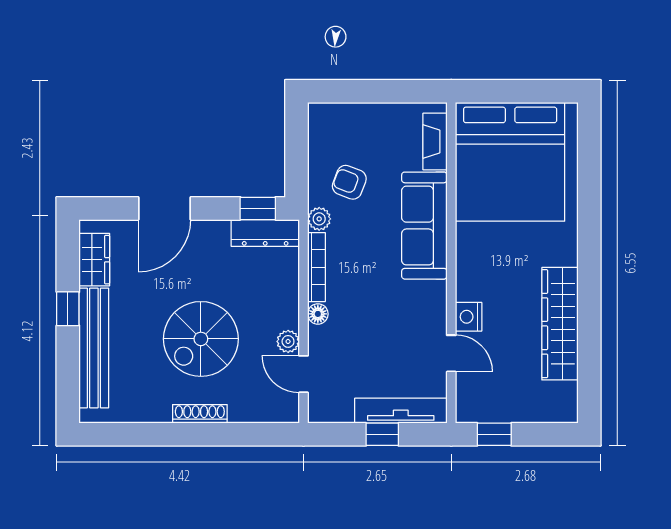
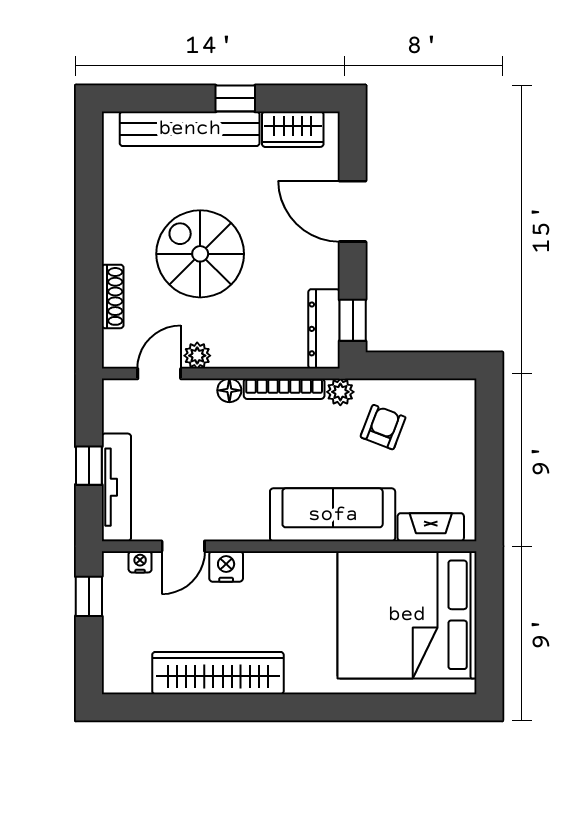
nightstand: (465, 390) -> (140, 562), added
shoe rack: (200, 414) -> (113, 296), moved

